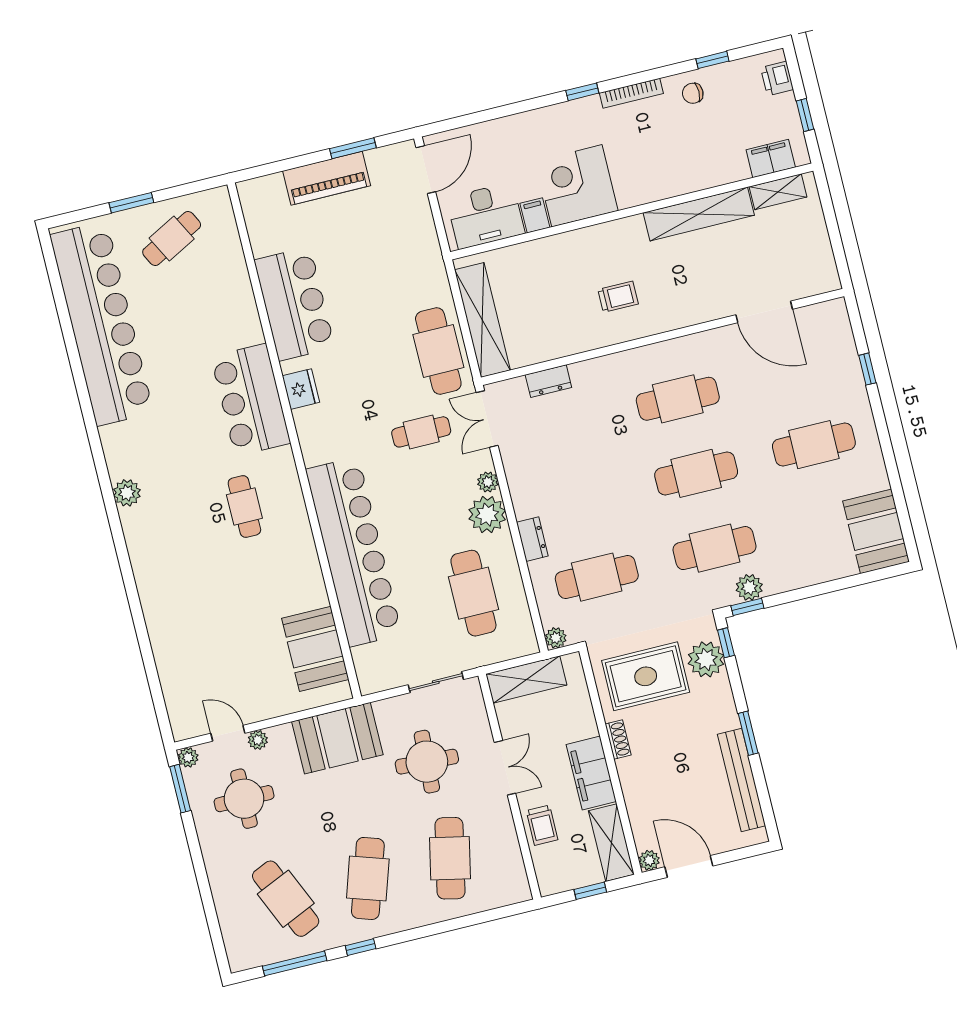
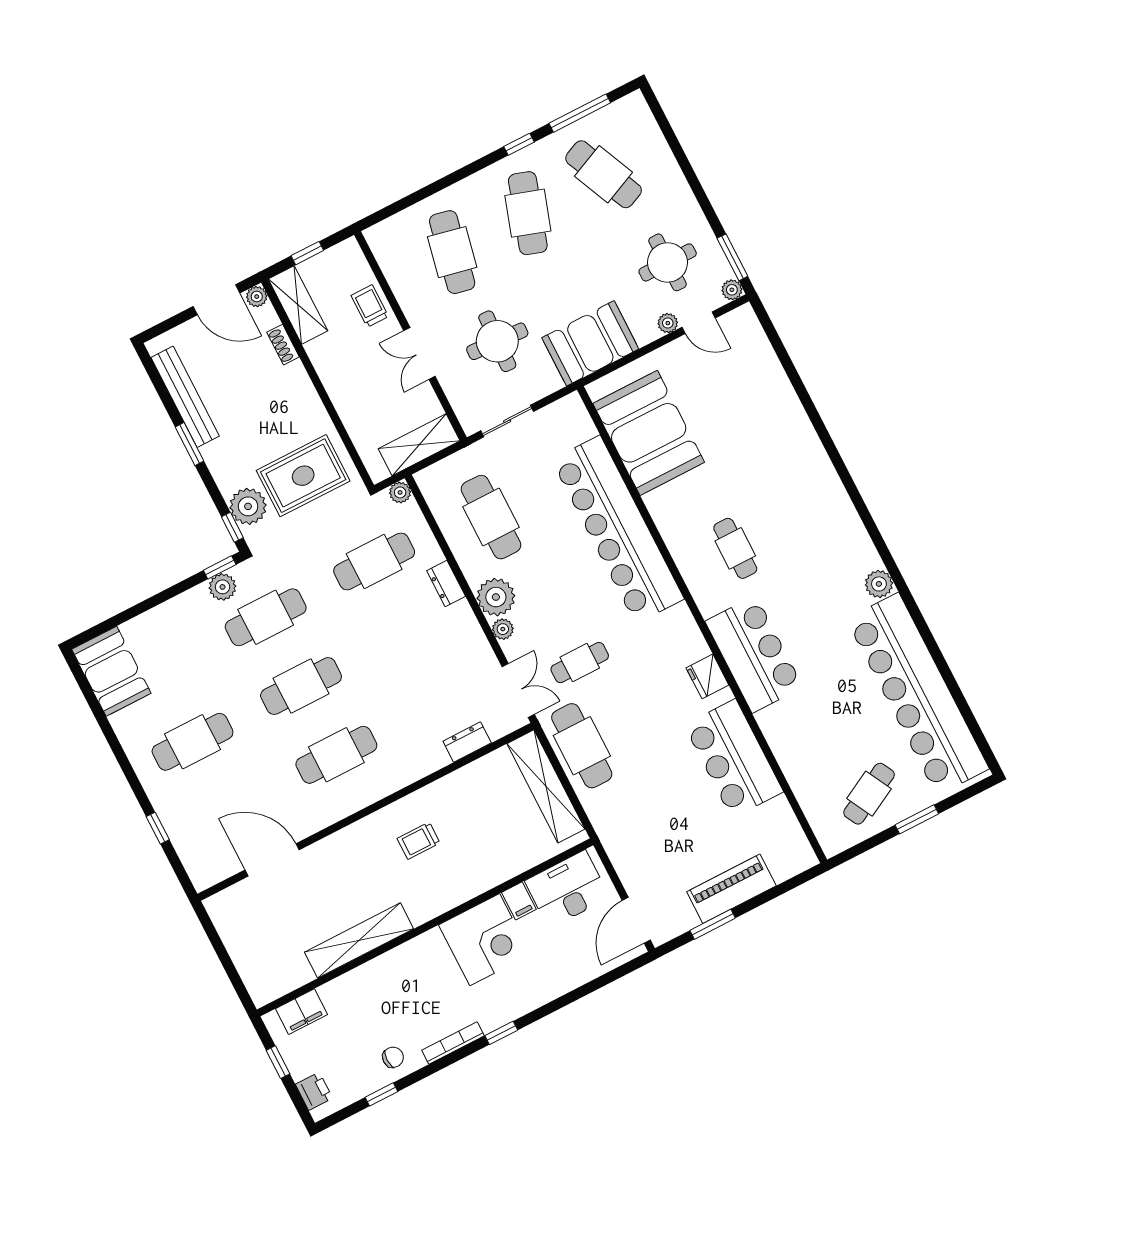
shelving: (778, 192) -> (286, 981), removed
plant: (127, 493) -> (879, 584), moved
booth: (315, 649) -> (649, 433), width x1.36, depth x1.42
shoe rack: (618, 740) -> (283, 345), moved
filing cabinet: (591, 773) -> (334, 368), removed

